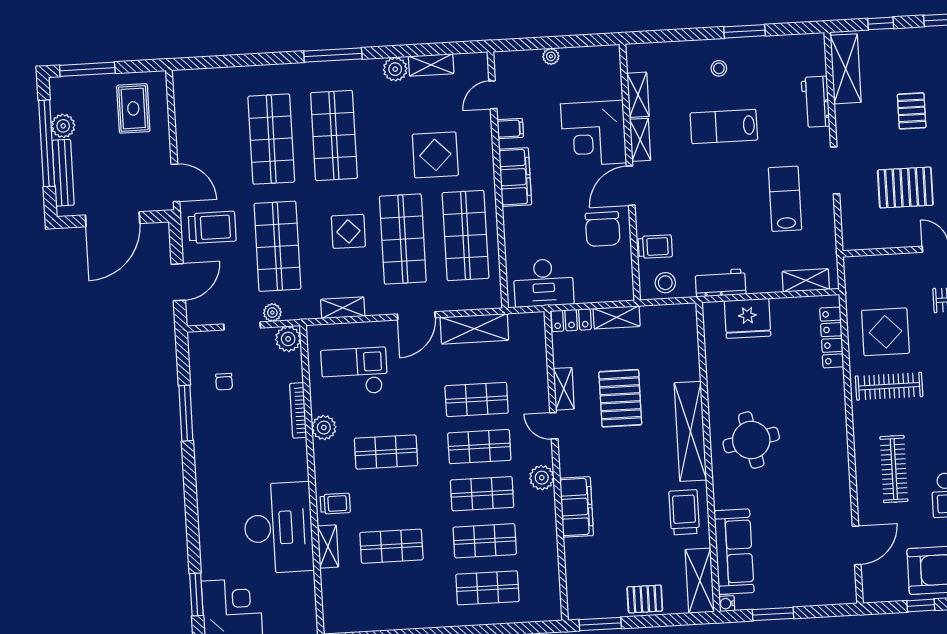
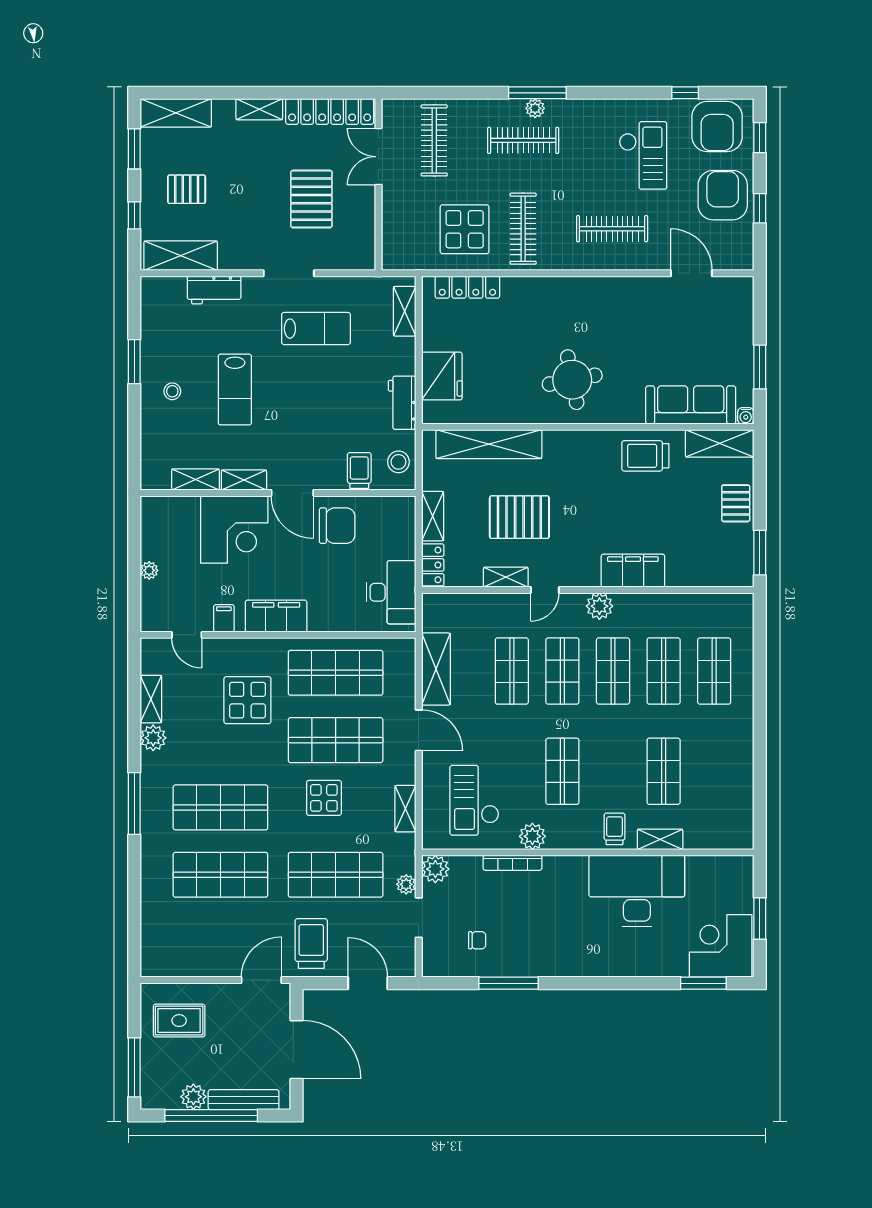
pallet: (912, 111) -> (187, 189), moved
lab bench: (785, 199) -> (316, 329), turned 180
shelving: (690, 431) -> (489, 444), moved

